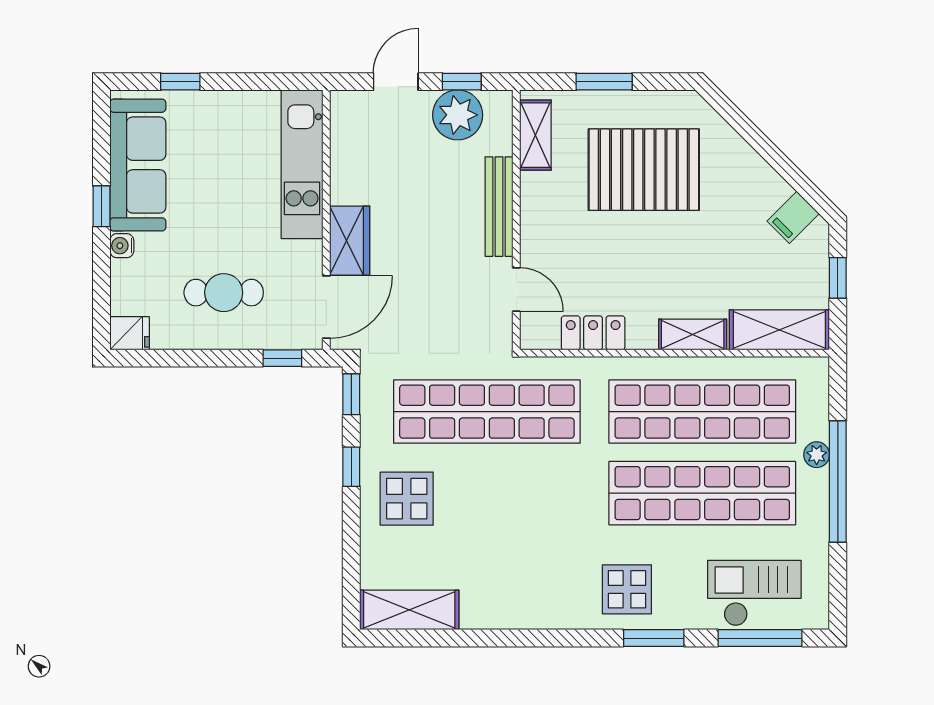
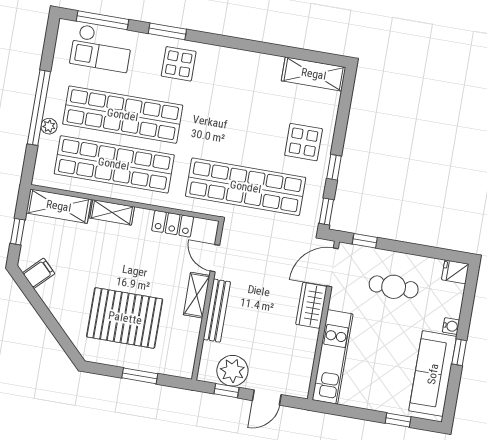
shelving: (535, 135) -> (197, 295), moved

